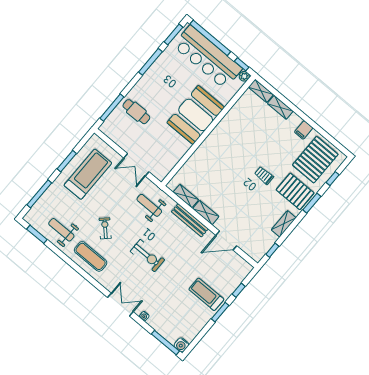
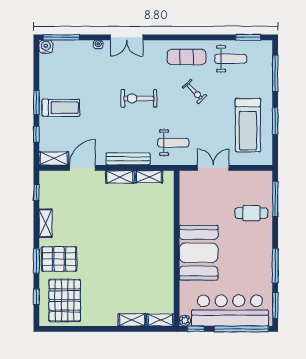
filing cabinet: (304, 130) -> (96, 317), removed
trolley: (264, 175) -> (97, 250), removed
shelving: (241, 264) -> (54, 158), added

